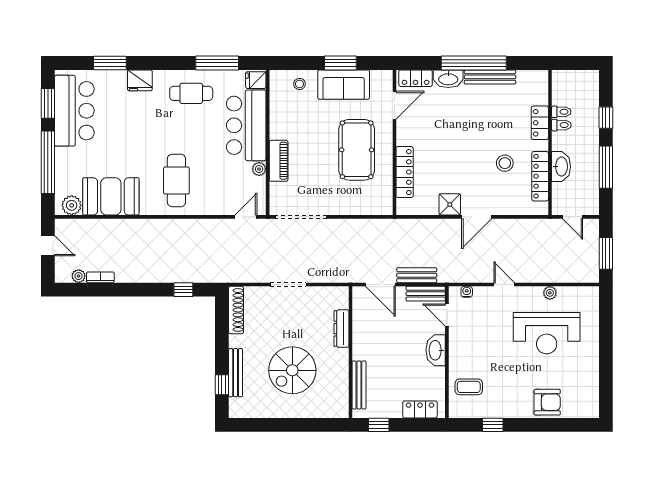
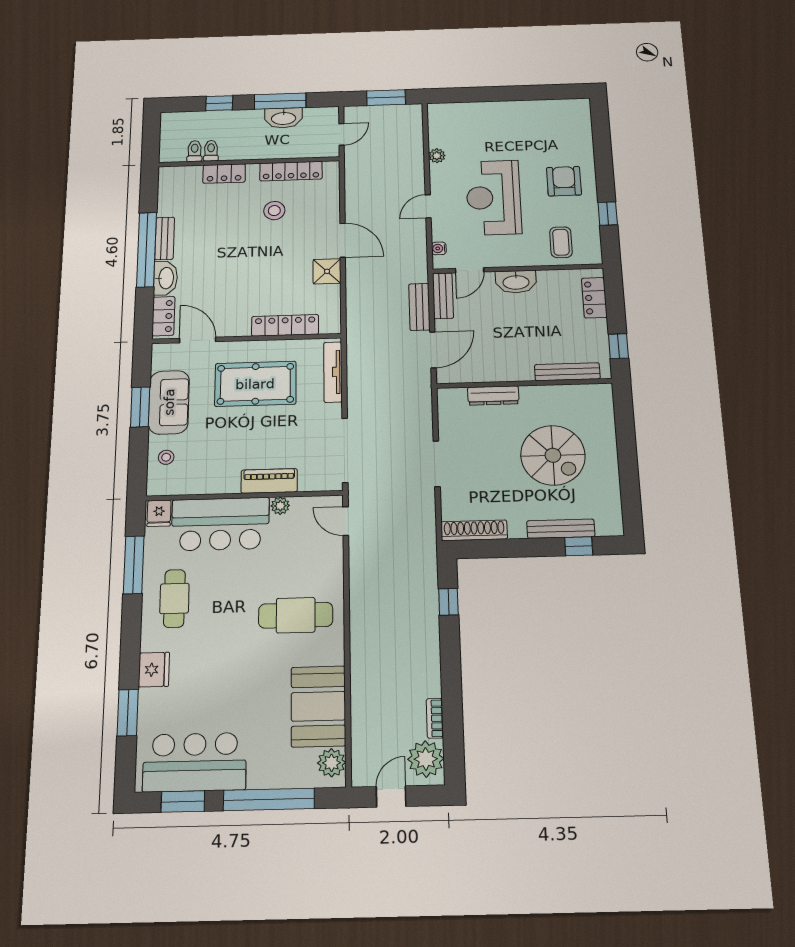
bench: (490, 77) -> (165, 238), width x0.73
toilet: (561, 125) -> (195, 151), moved
washbasin: (561, 167) -> (284, 118), moved, turned 180
tv unit: (364, 208) -> (333, 372), added
plant: (79, 276) -> (426, 759), width x1.88, depth x1.88
reception desk: (547, 333) -> (494, 198), moved, turned 180
armchair: (547, 402) -> (564, 181), moved

